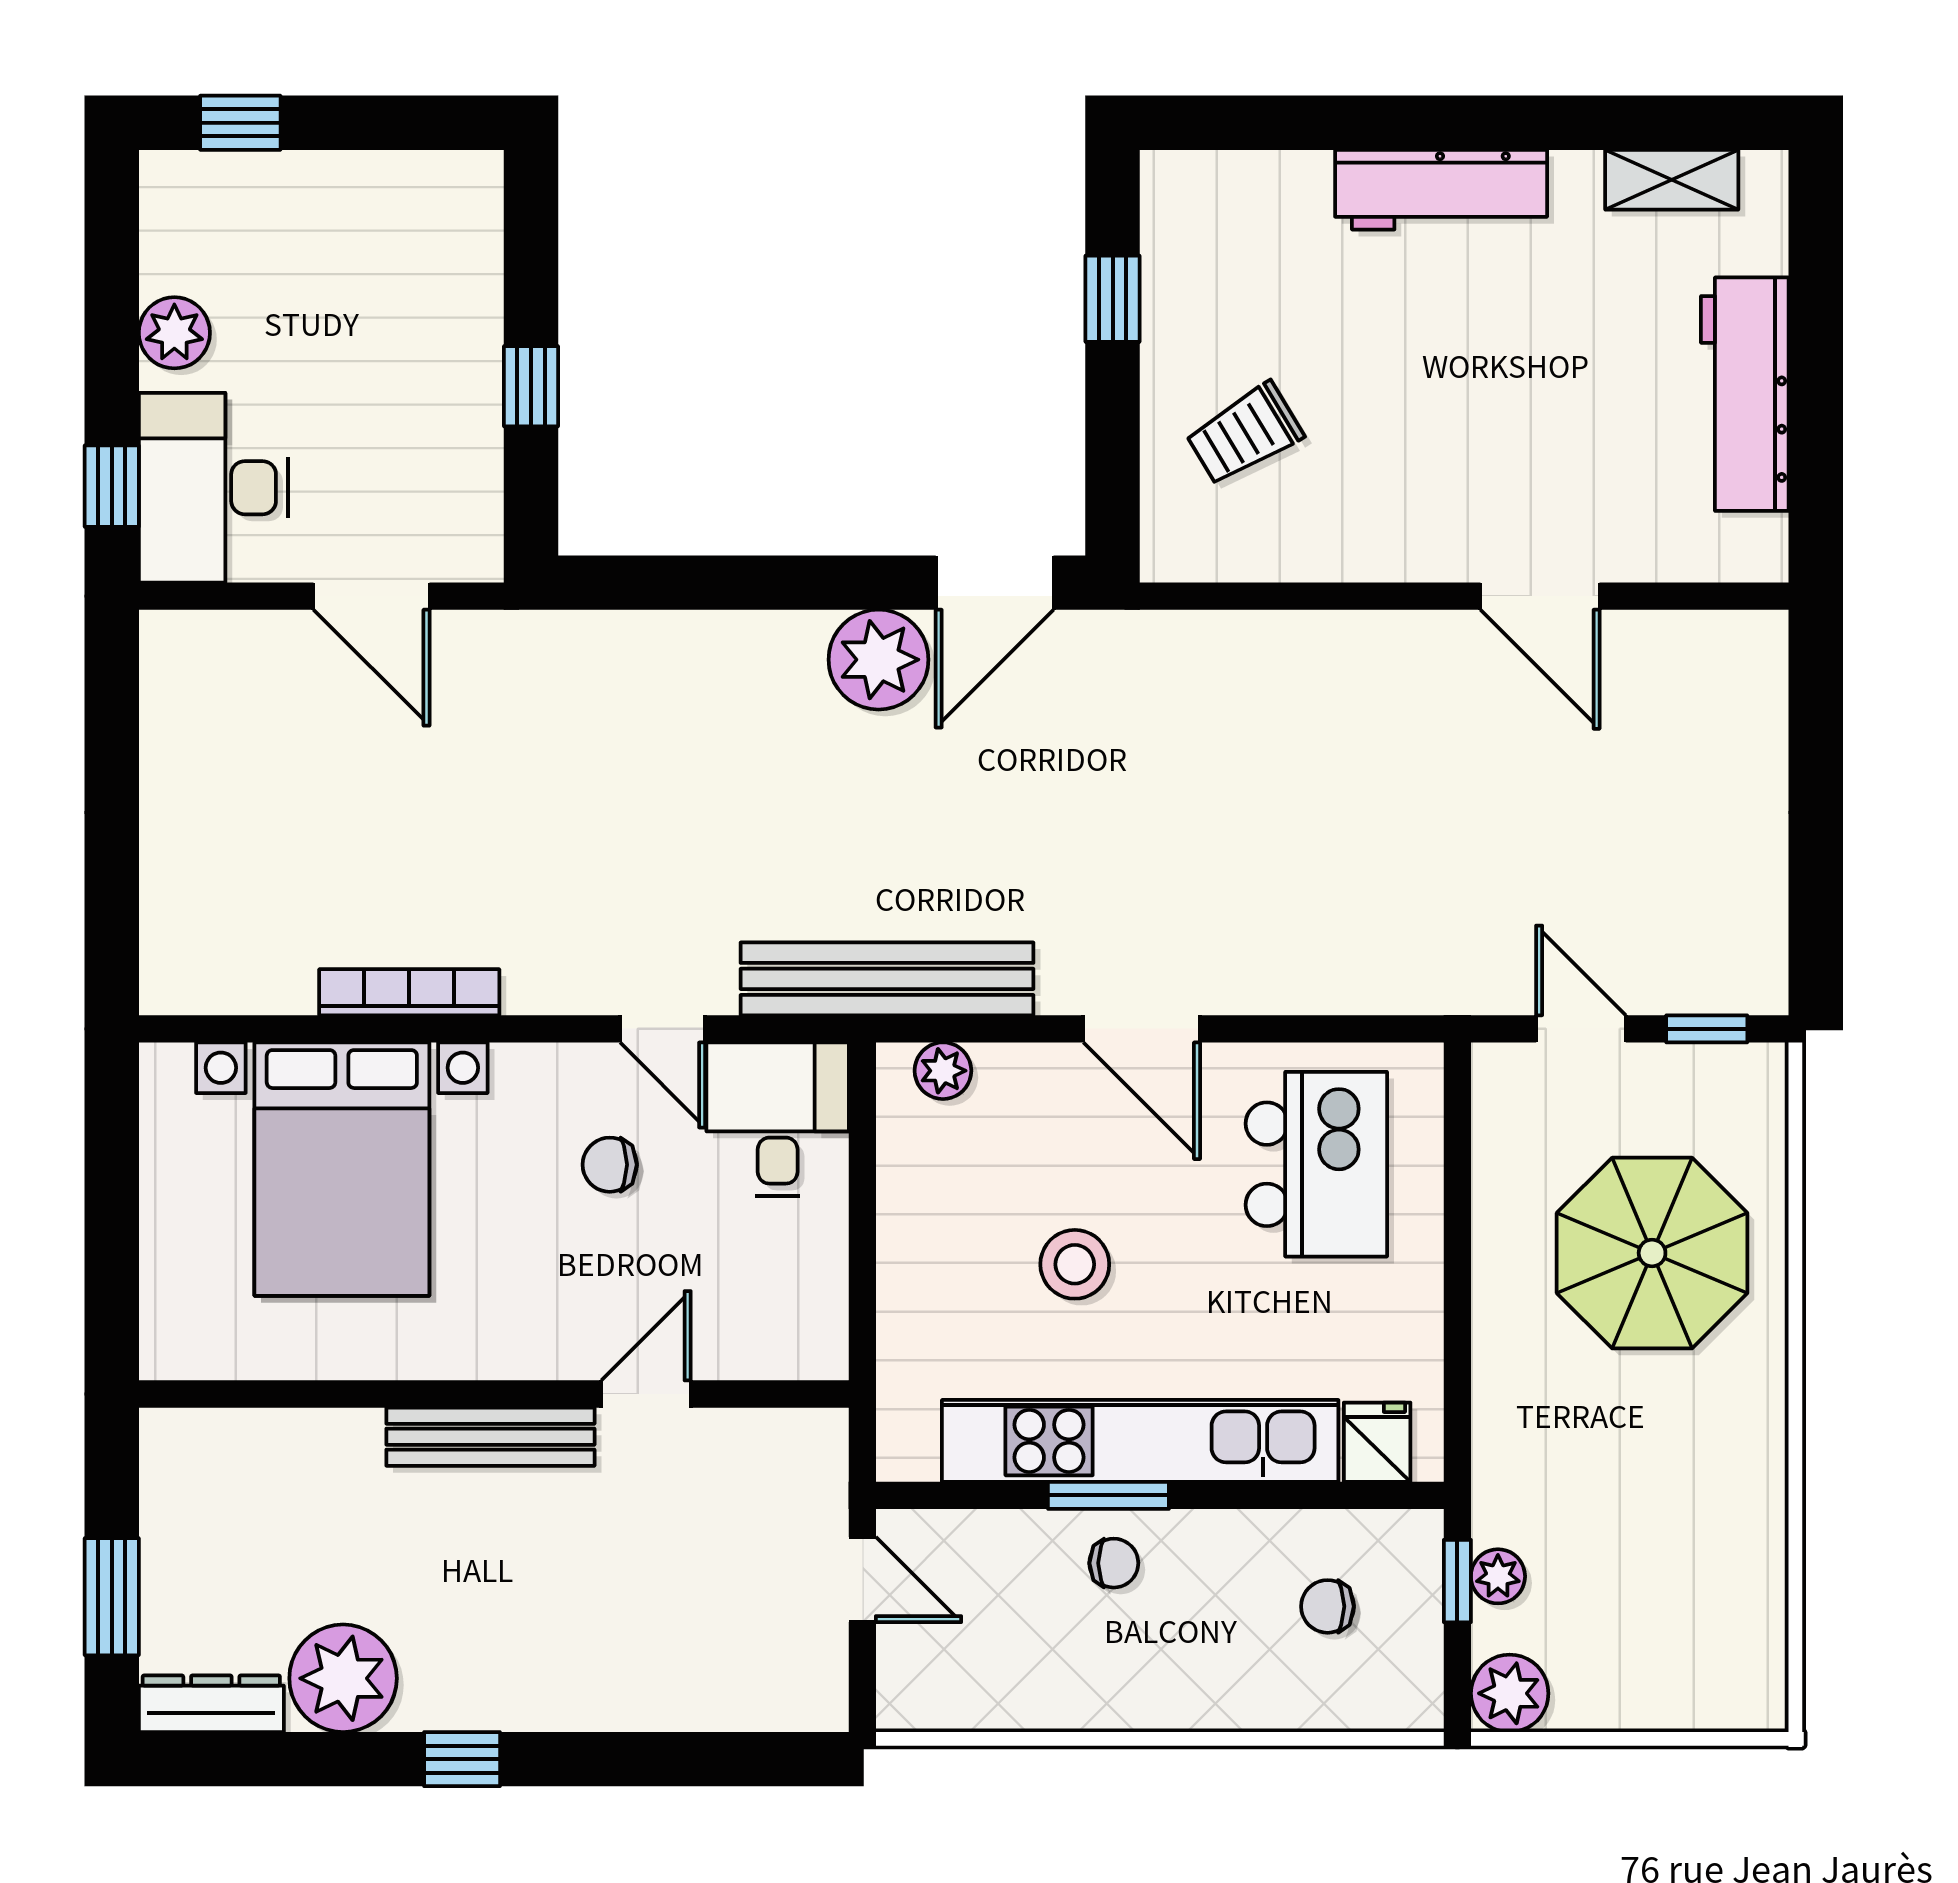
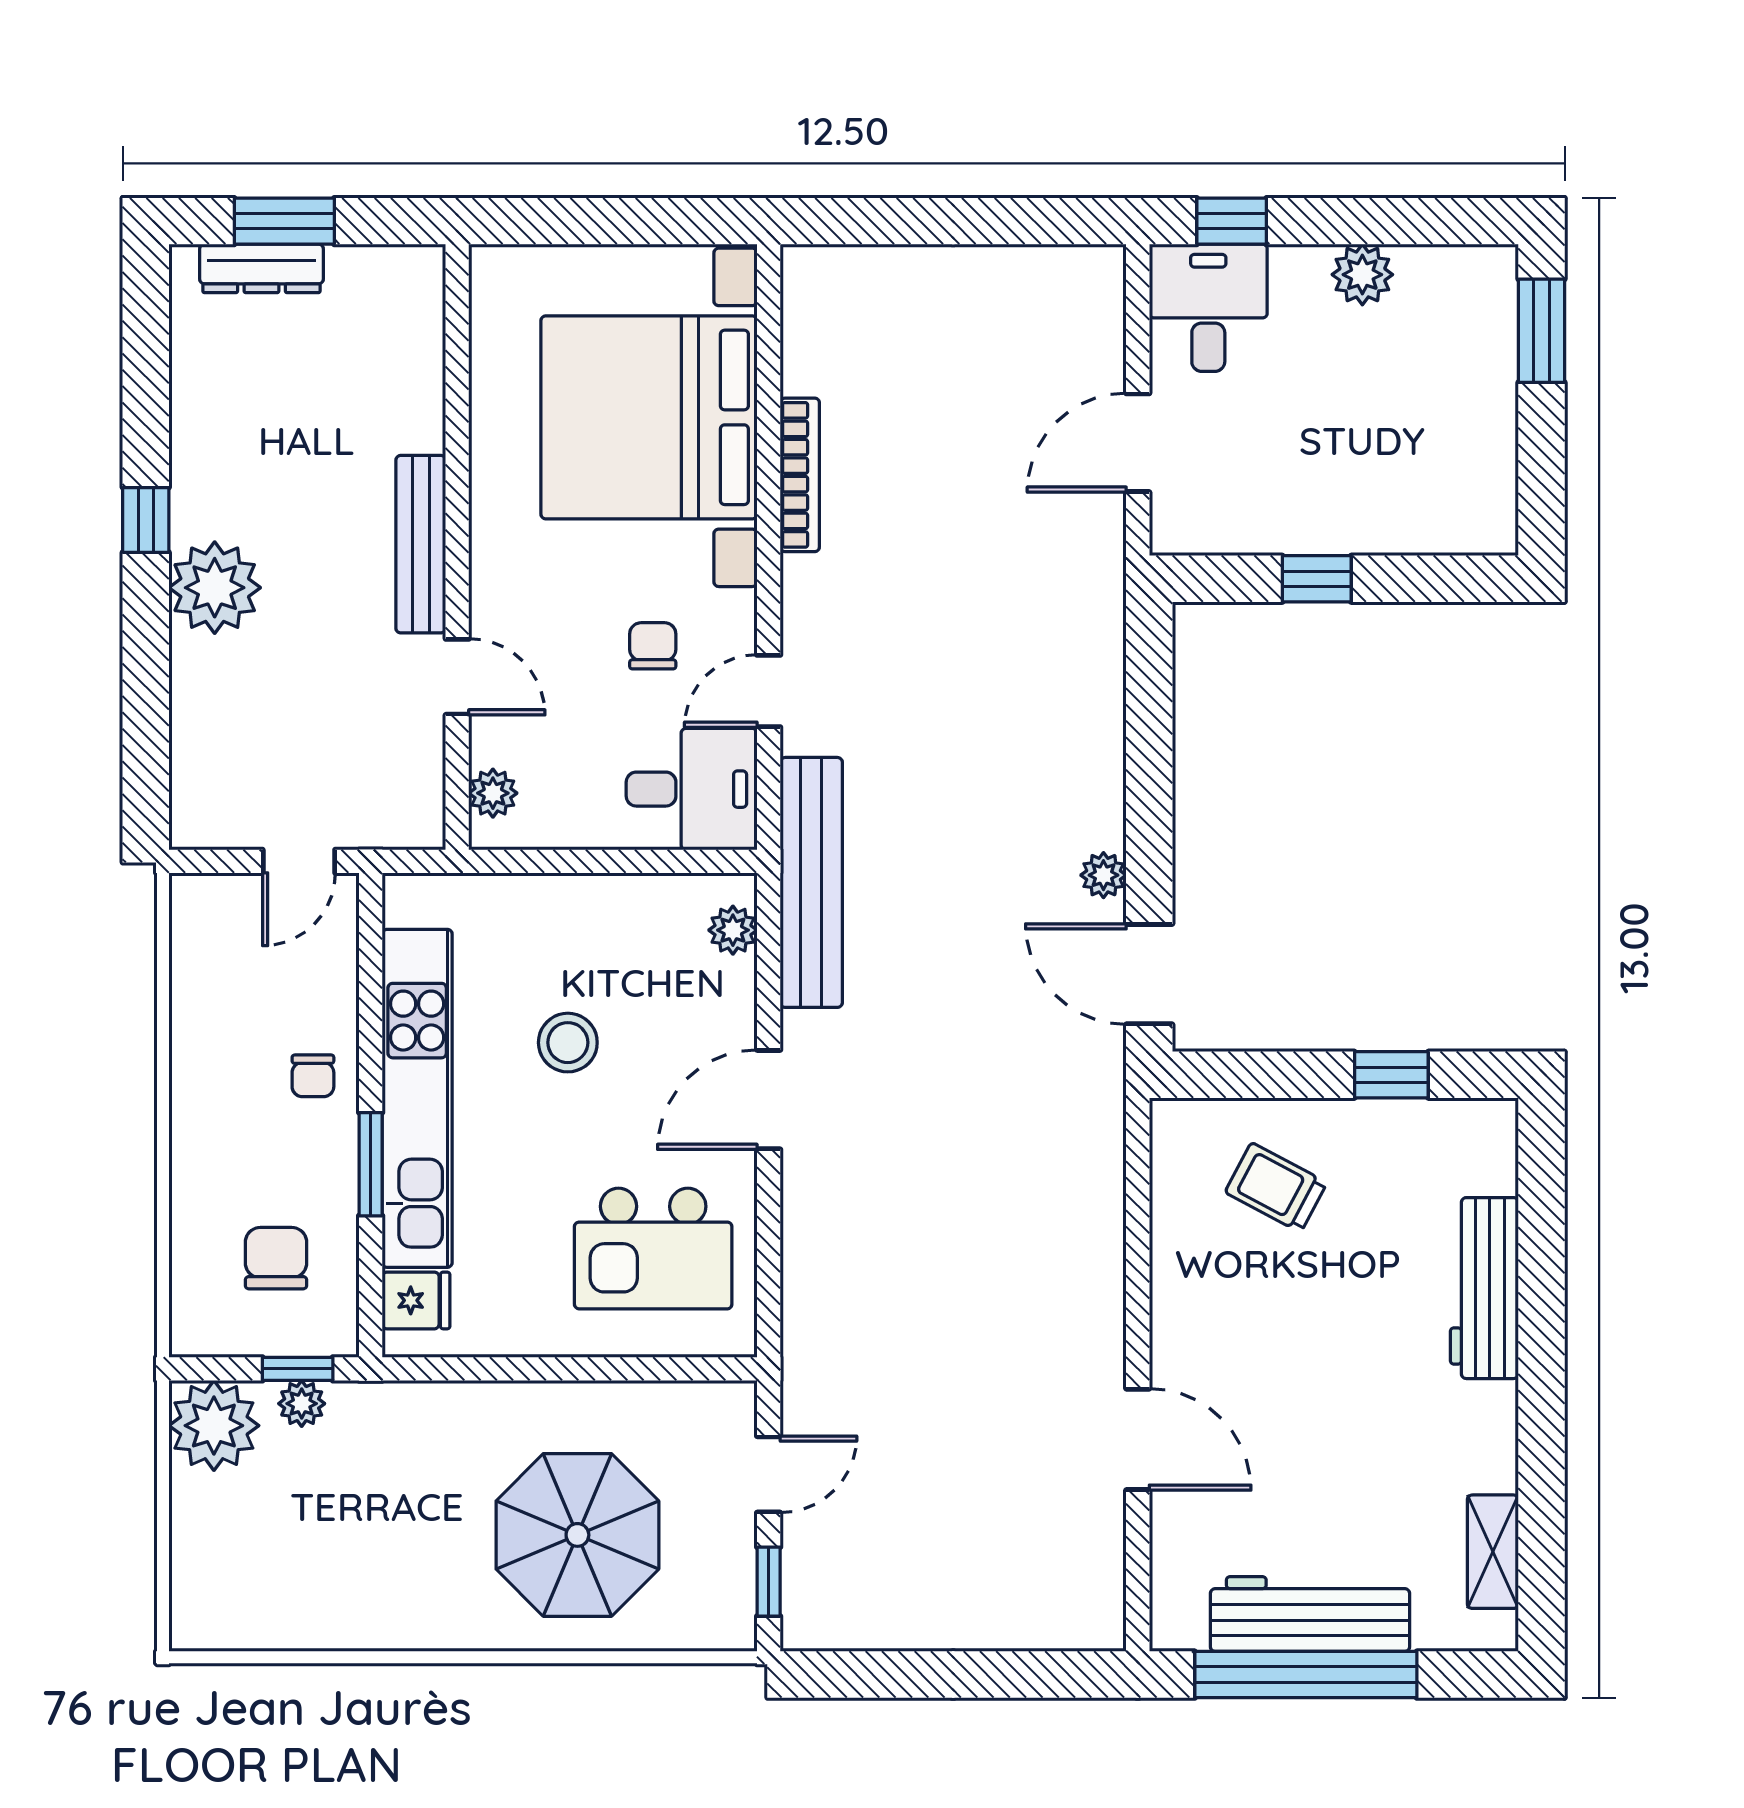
window: (240, 123) -> (1541, 331), width x1.50
workbench: (1441, 190) -> (1484, 1288), moved
window: (1816, 399) -> (1306, 1675), added
trolley: (1245, 434) -> (1276, 1187), turned -31
desk: (213, 488) -> (1208, 308), width x0.73
door: (1540, 596) -> (1138, 1439), swing flipped
plant: (879, 660) -> (1103, 875), width x0.53, depth x0.53
bed with nightstands: (342, 1169) -> (649, 417), width x1.36
plant: (782, 1352) -> (493, 793), added
window: (1108, 1495) -> (371, 1164), moved
chair: (1328, 1606) -> (276, 1258), width x1.37, depth x1.37
plant: (343, 1678) -> (215, 588), moved
plant: (1510, 1693) -> (214, 1426), width x1.36, depth x1.36
dresser: (211, 1704) -> (261, 268), moved, turned 90

